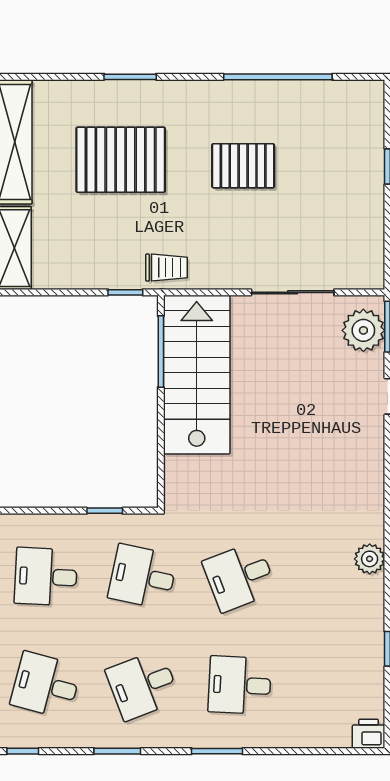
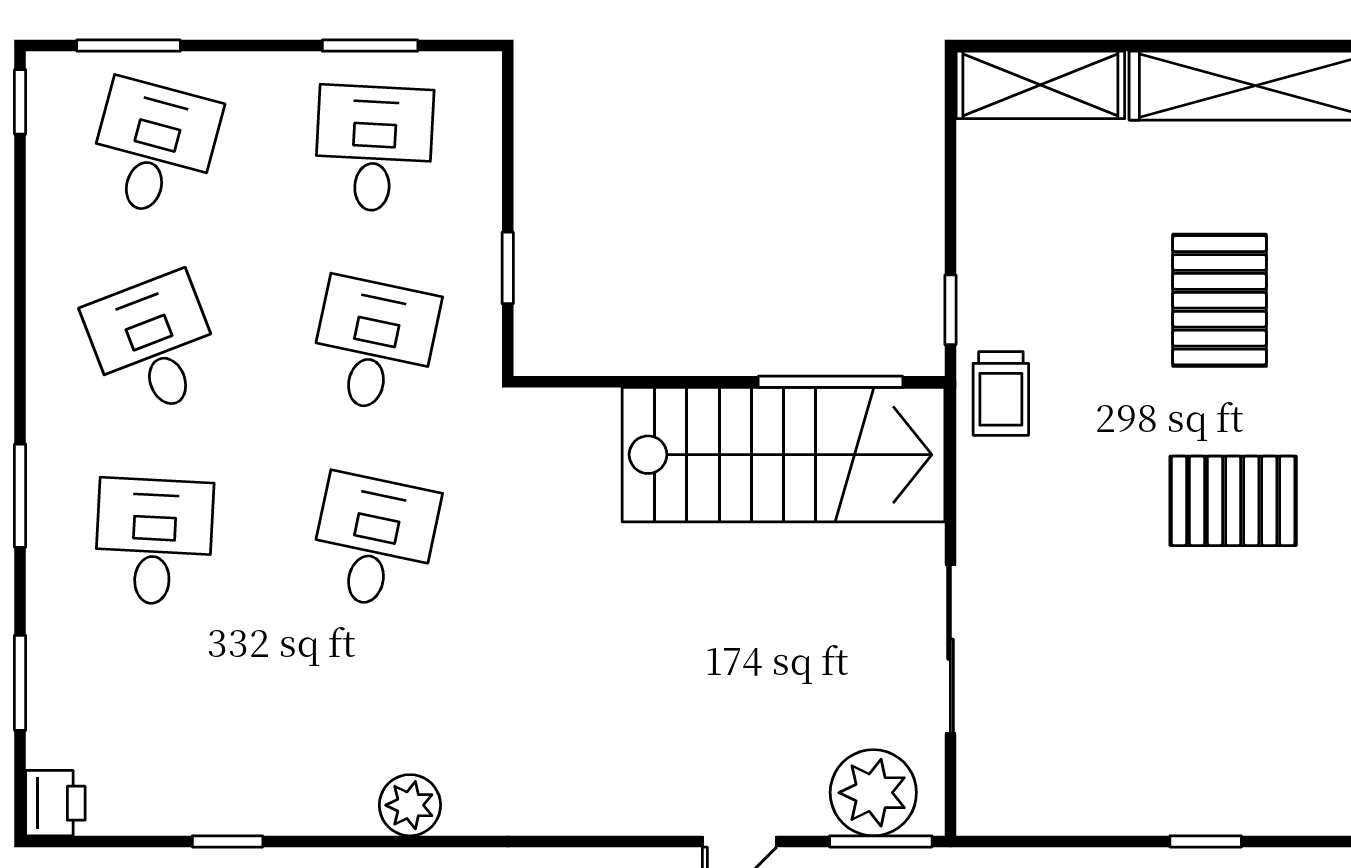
pallet: (121, 160) -> (1220, 300), width x0.73, depth x0.71
pallet: (243, 166) -> (1233, 501), moved, turned 90
desk: (240, 577) -> (374, 542), turned 33
window: (117, 751) -> (20, 683), moved

